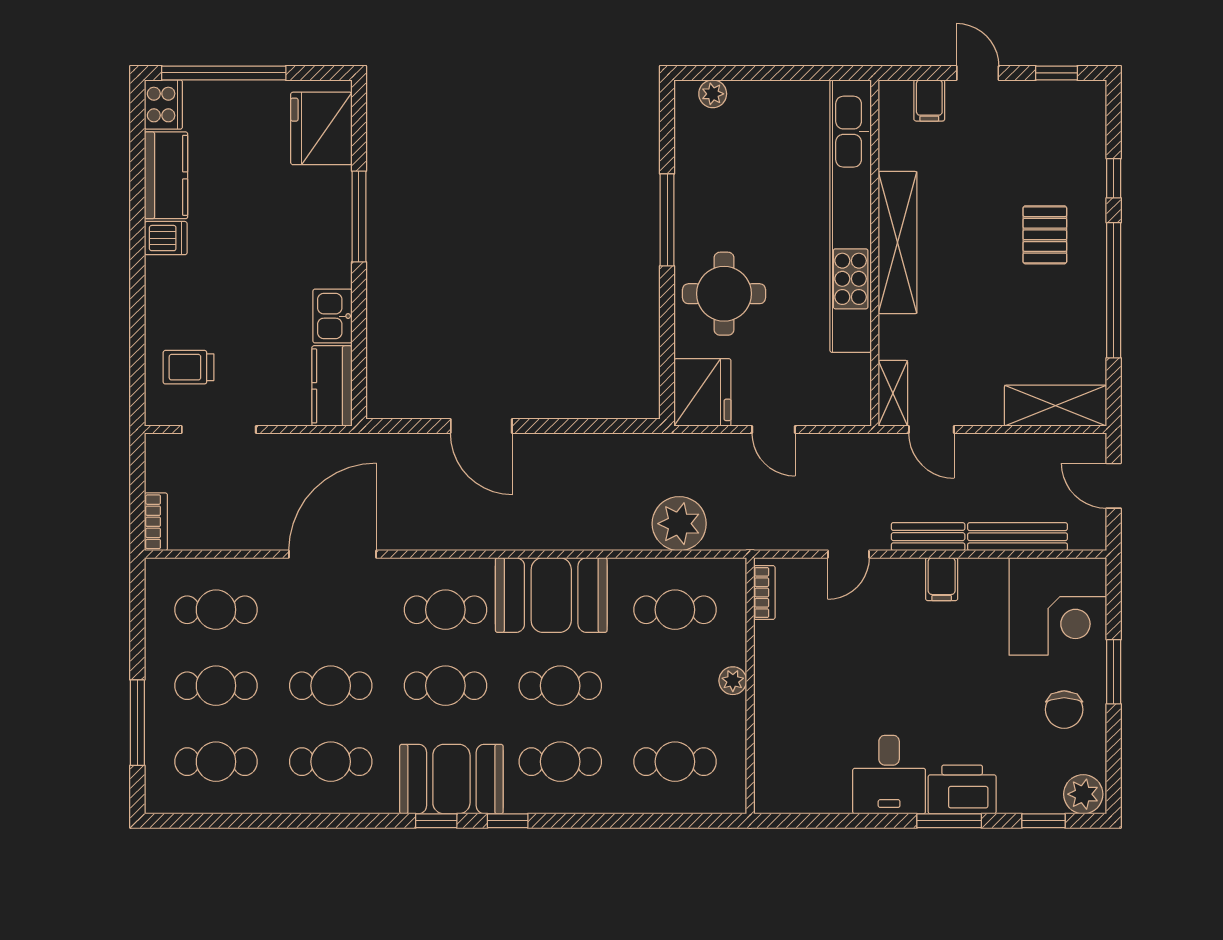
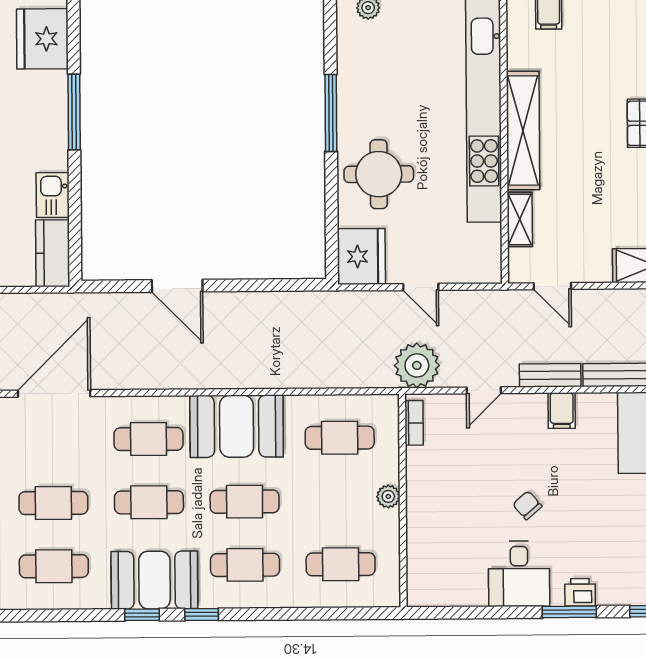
shelving: (893, 393) -> (520, 219), moved
plant: (679, 524) -> (417, 365), moved
chair: (900, 693) -> (527, 505), added
printer: (962, 789) -> (580, 592), width x0.53, depth x0.68

